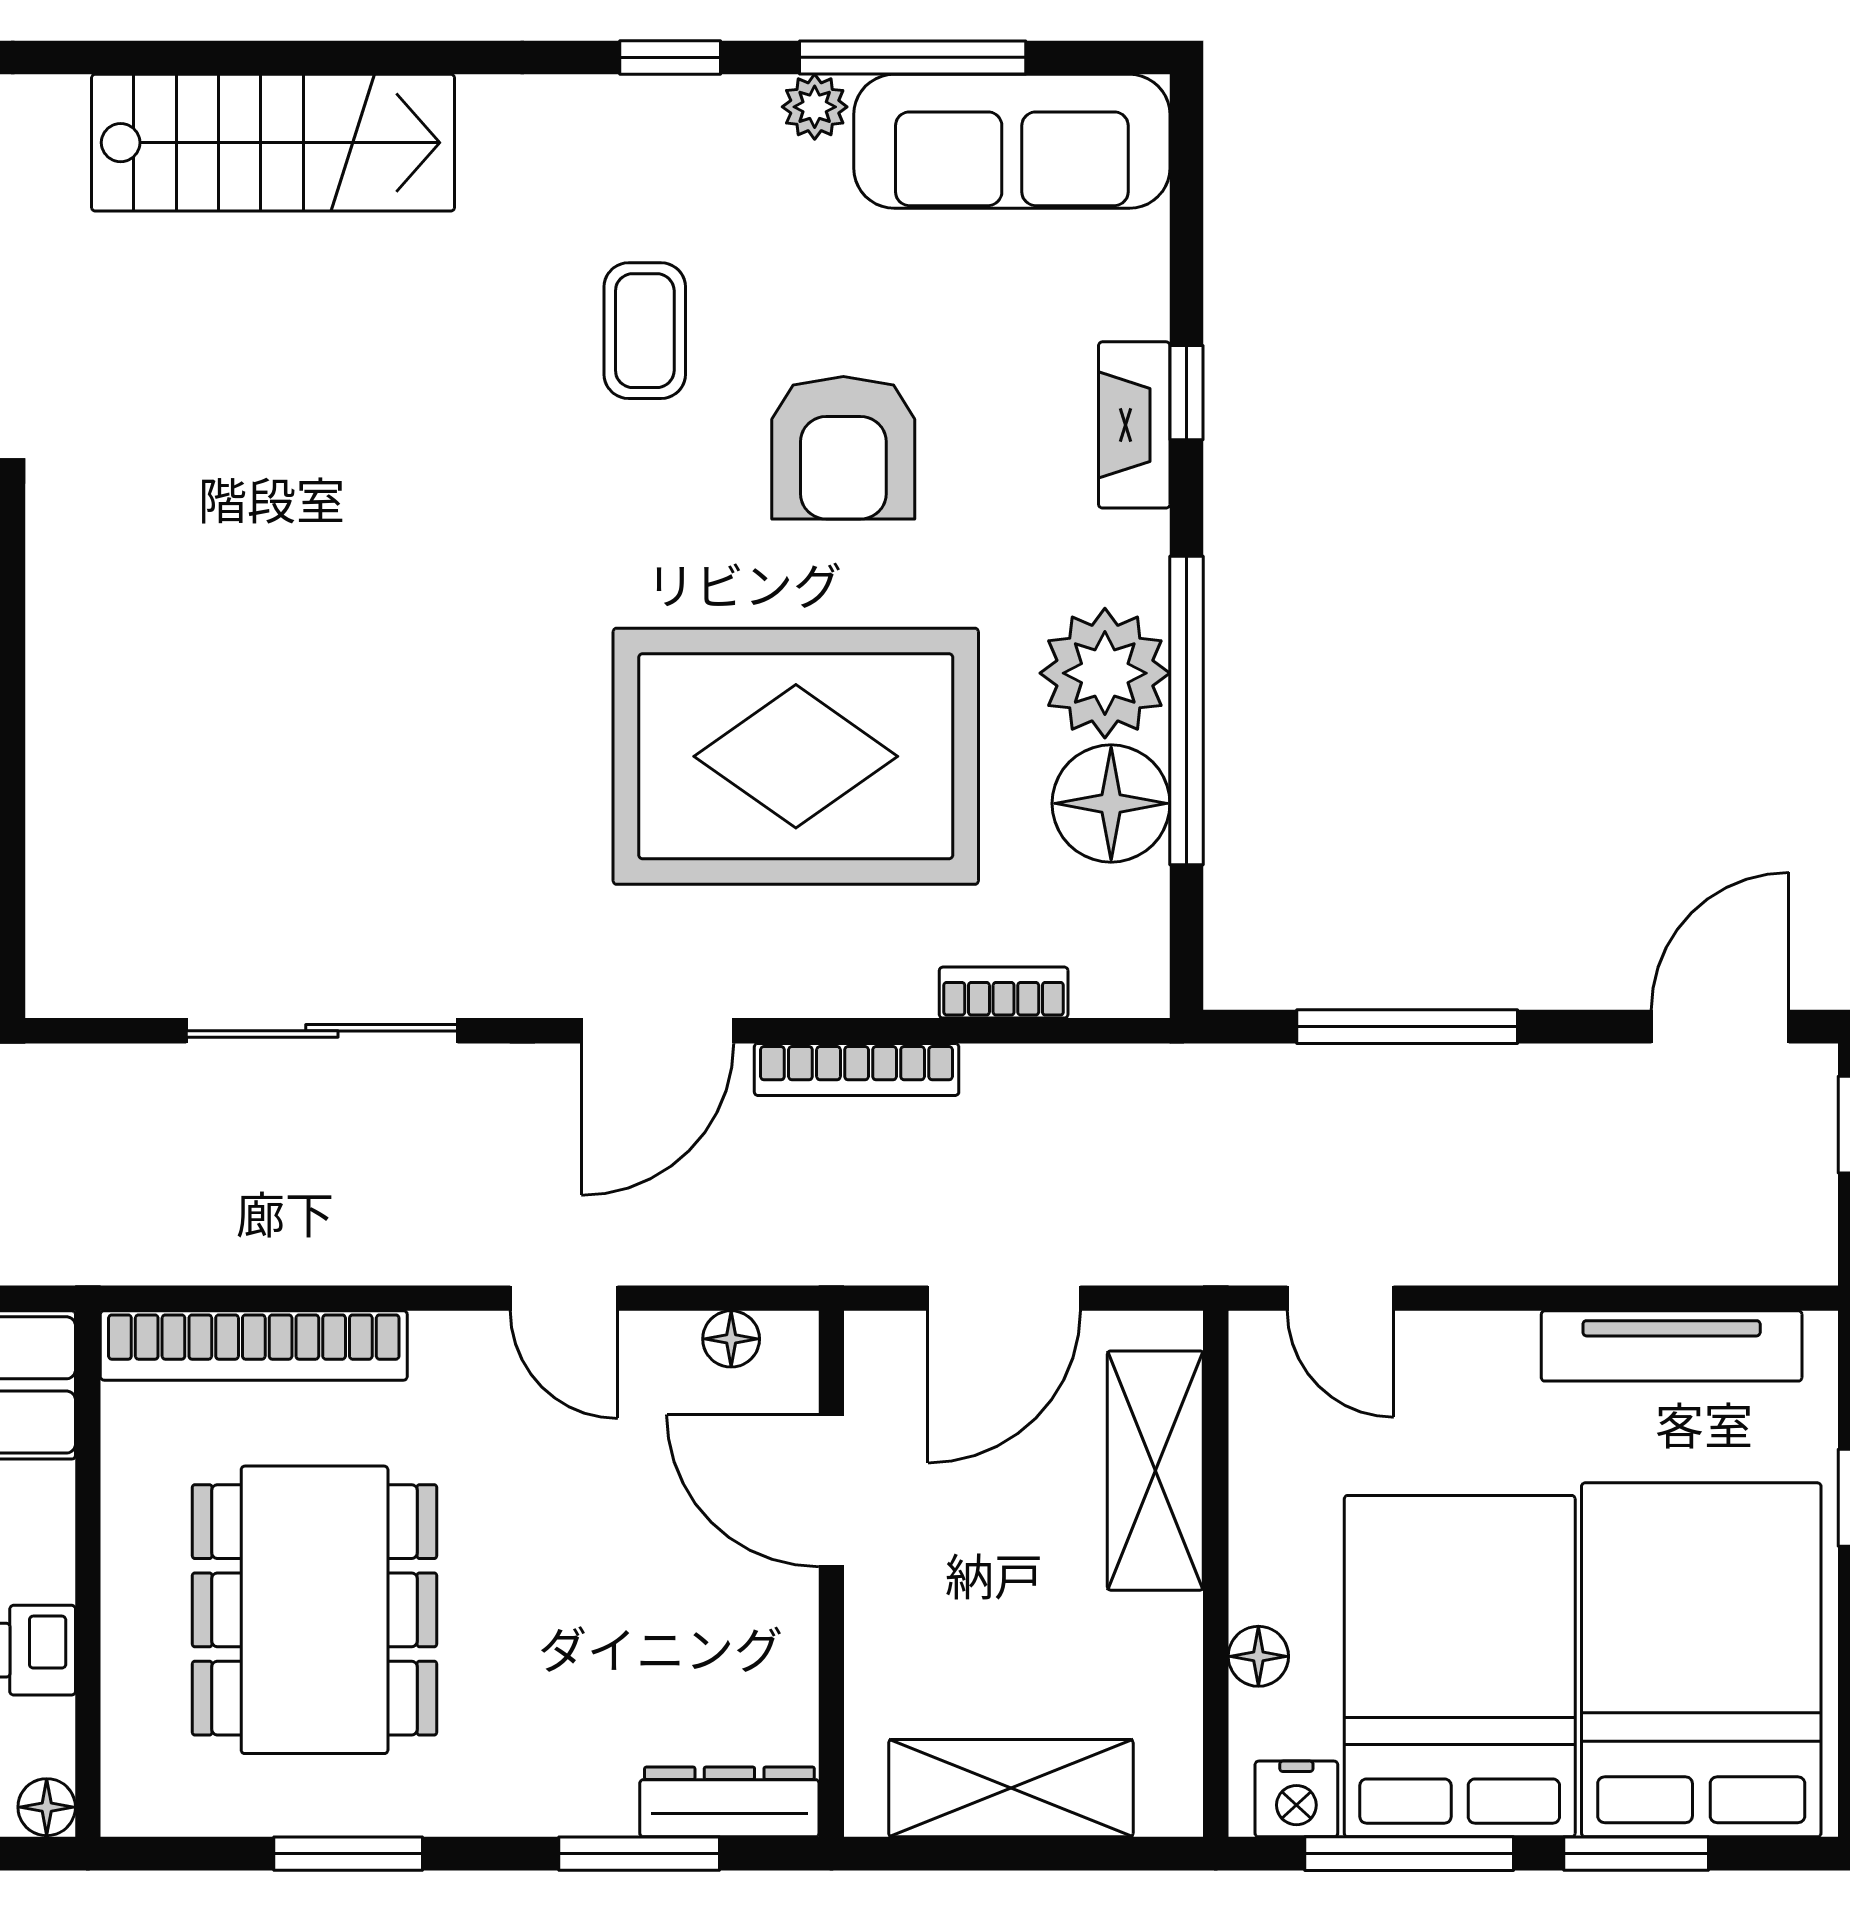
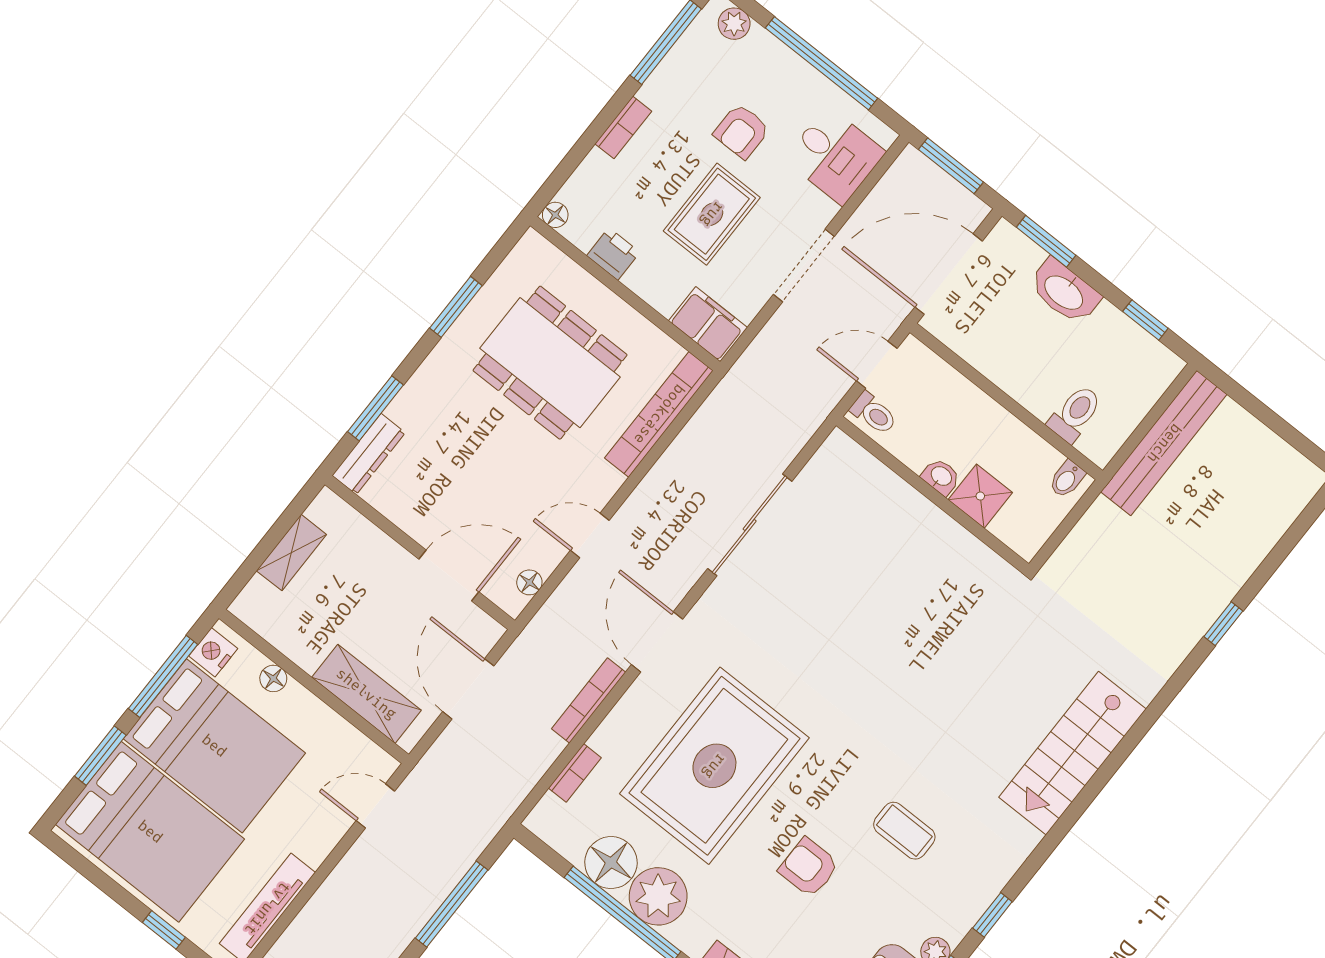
armchair: (843, 448) -> (809, 867), width x0.72, depth x0.72
shelving: (1011, 1788) -> (291, 553), width x0.67, depth x0.75

